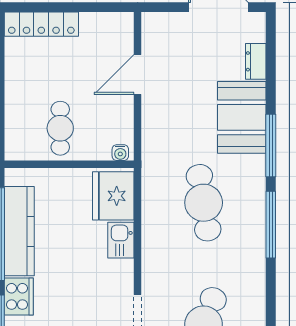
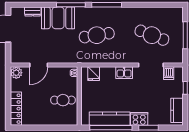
plant: (121, 25) -> (16, 73), added
door: (138, 74) -> (39, 65), hinge flipped
fridge: (113, 196) -> (94, 74), width x0.53, depth x0.75
kitchen sink: (121, 240) -> (124, 73), moved

